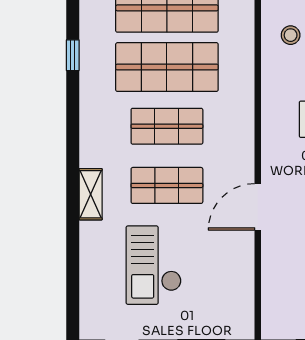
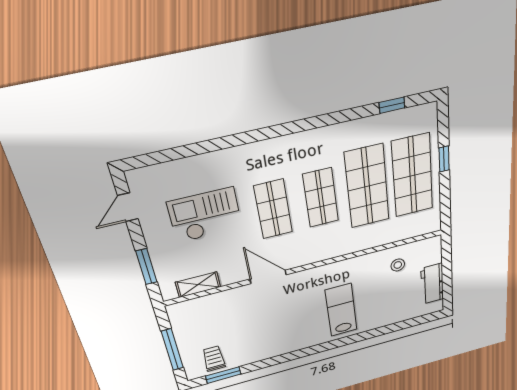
window: (73, 55) -> (392, 105), moved
shelving: (91, 194) -> (198, 285), moved

